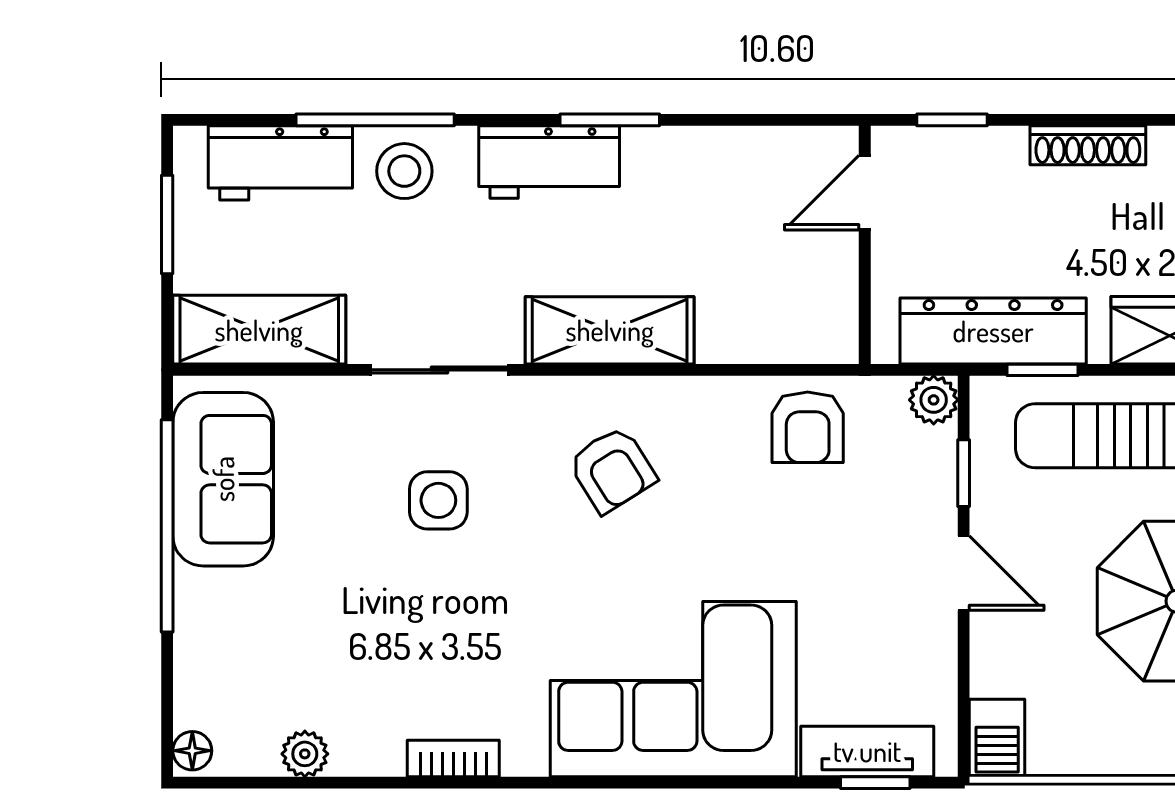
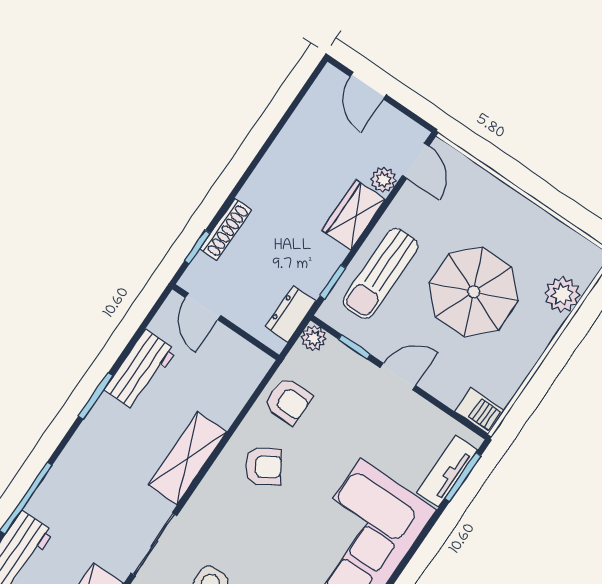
shoe rack: (1088, 145) -> (226, 229), moved
workbench: (549, 162) -> (140, 370), moved
stool: (404, 171) -> (57, 500), removed
dresser: (993, 331) -> (291, 314), width x0.51, depth x0.80
armchair: (612, 470) -> (263, 467), moved
window: (875, 783) -> (463, 477), width x1.50

